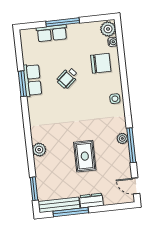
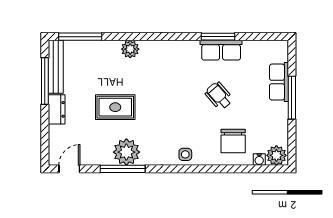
plant: (122, 138) -> (126, 152), width x1.87, depth x1.87
window: (34, 189) -> (80, 37), width x1.44

